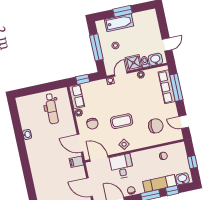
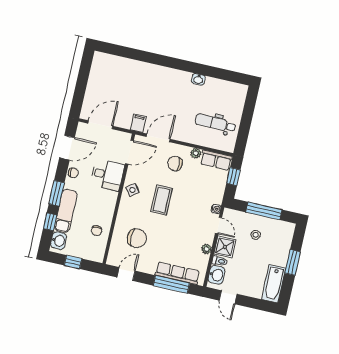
bathtub: (119, 23) -> (274, 284), moved
chair: (156, 126) -> (137, 238), turned -90

